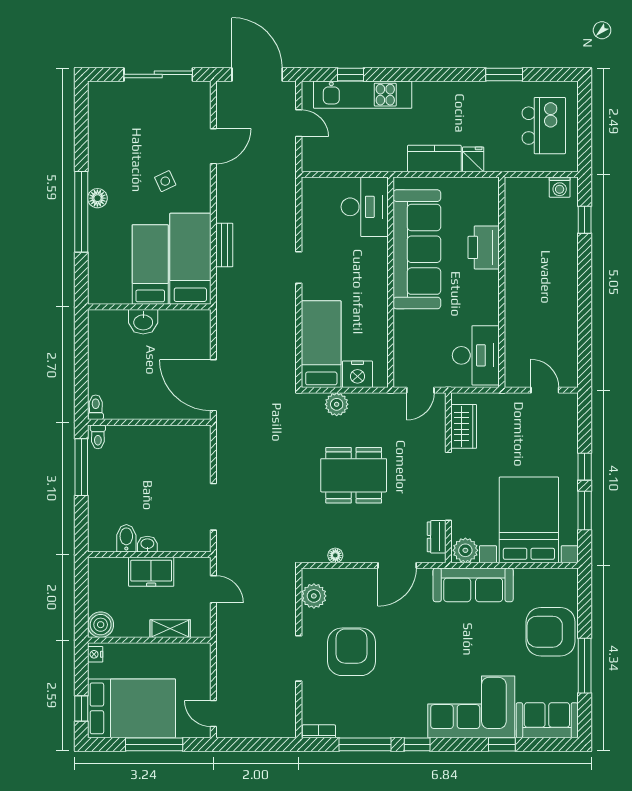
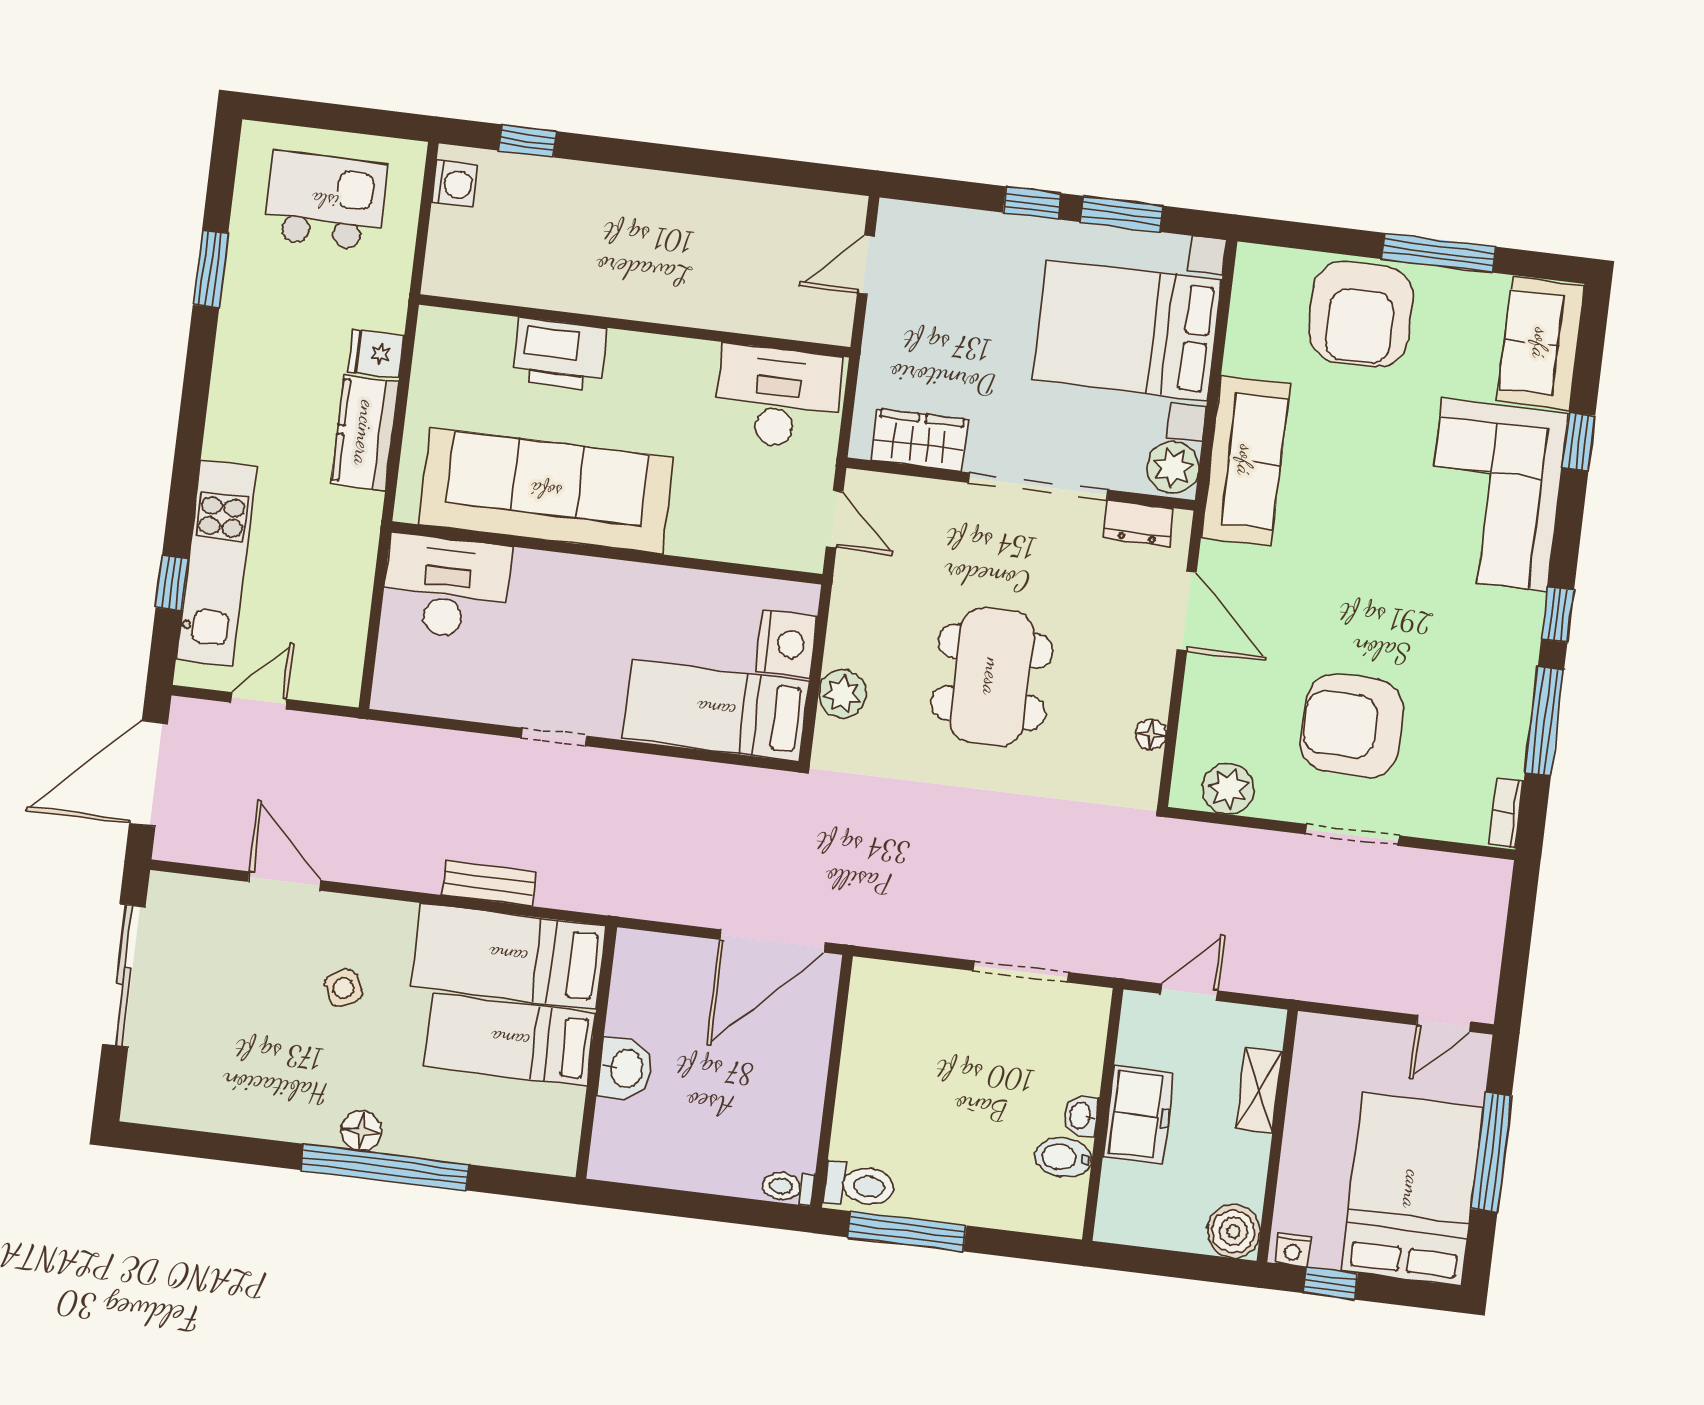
toilet: (98, 437) -> (859, 1185), width x1.37, depth x1.39
window: (81, 709) -> (1331, 1283), moved

